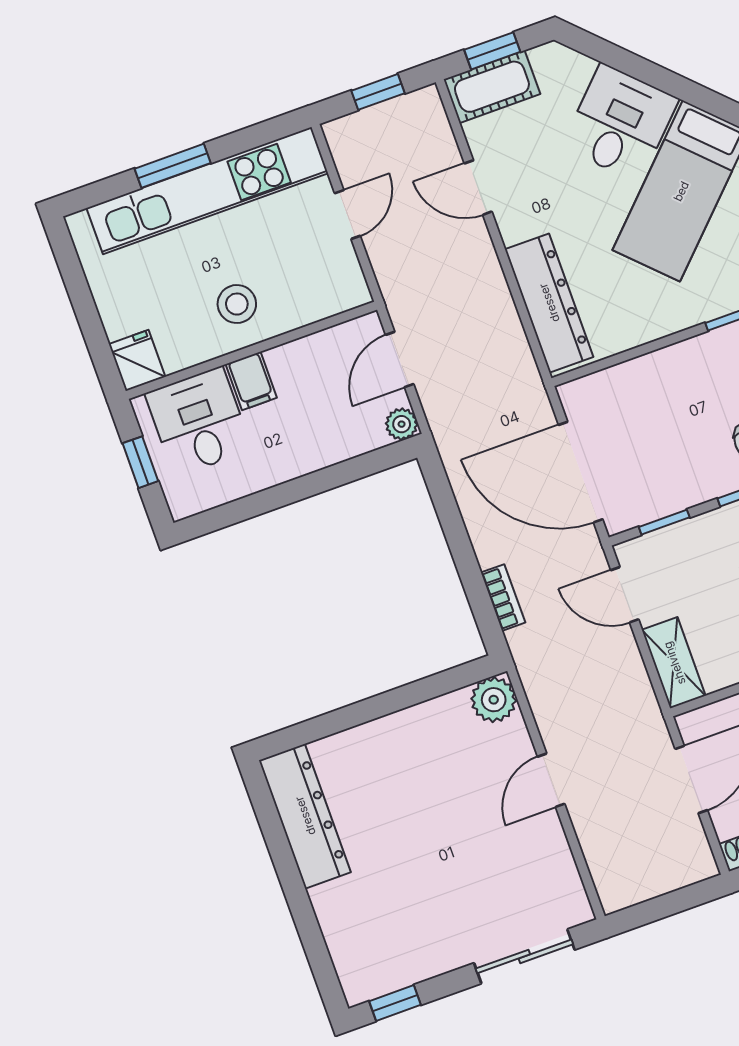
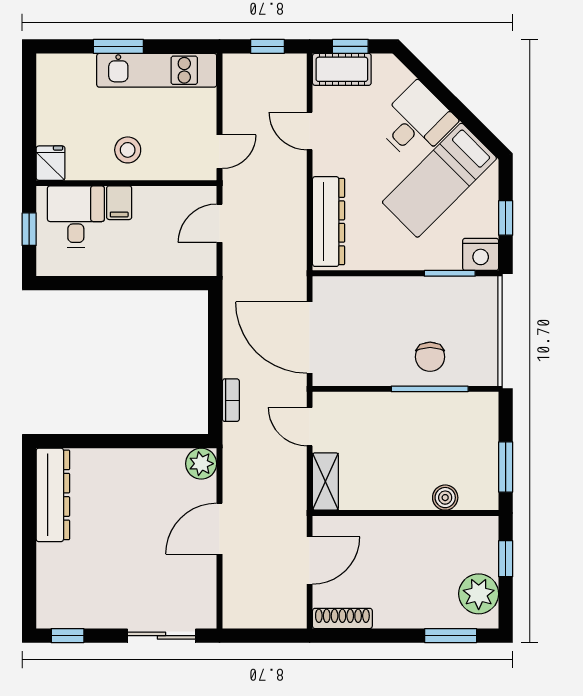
kitchen unit: (207, 191) -> (157, 70), width x0.73
door: (347, 215) -> (219, 152), moved
plant: (402, 424) -> (206, 265), removed
window: (664, 522) -> (352, 389), removed
door: (551, 780) -> (219, 529), width x1.38

